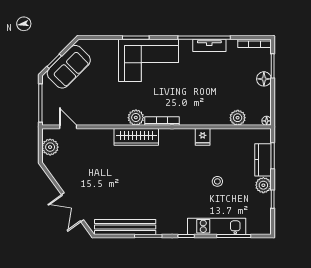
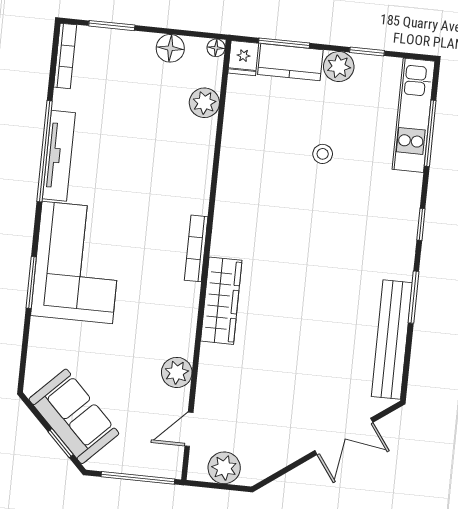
tv unit: (209, 45) -> (59, 156), width x1.41
floor lamp: (264, 79) -> (170, 48), moved
plant: (136, 118) -> (177, 372), moved
fridge: (203, 137) -> (243, 58), moved, turned 90
kitchen unit: (217, 226) -> (413, 115), moved

